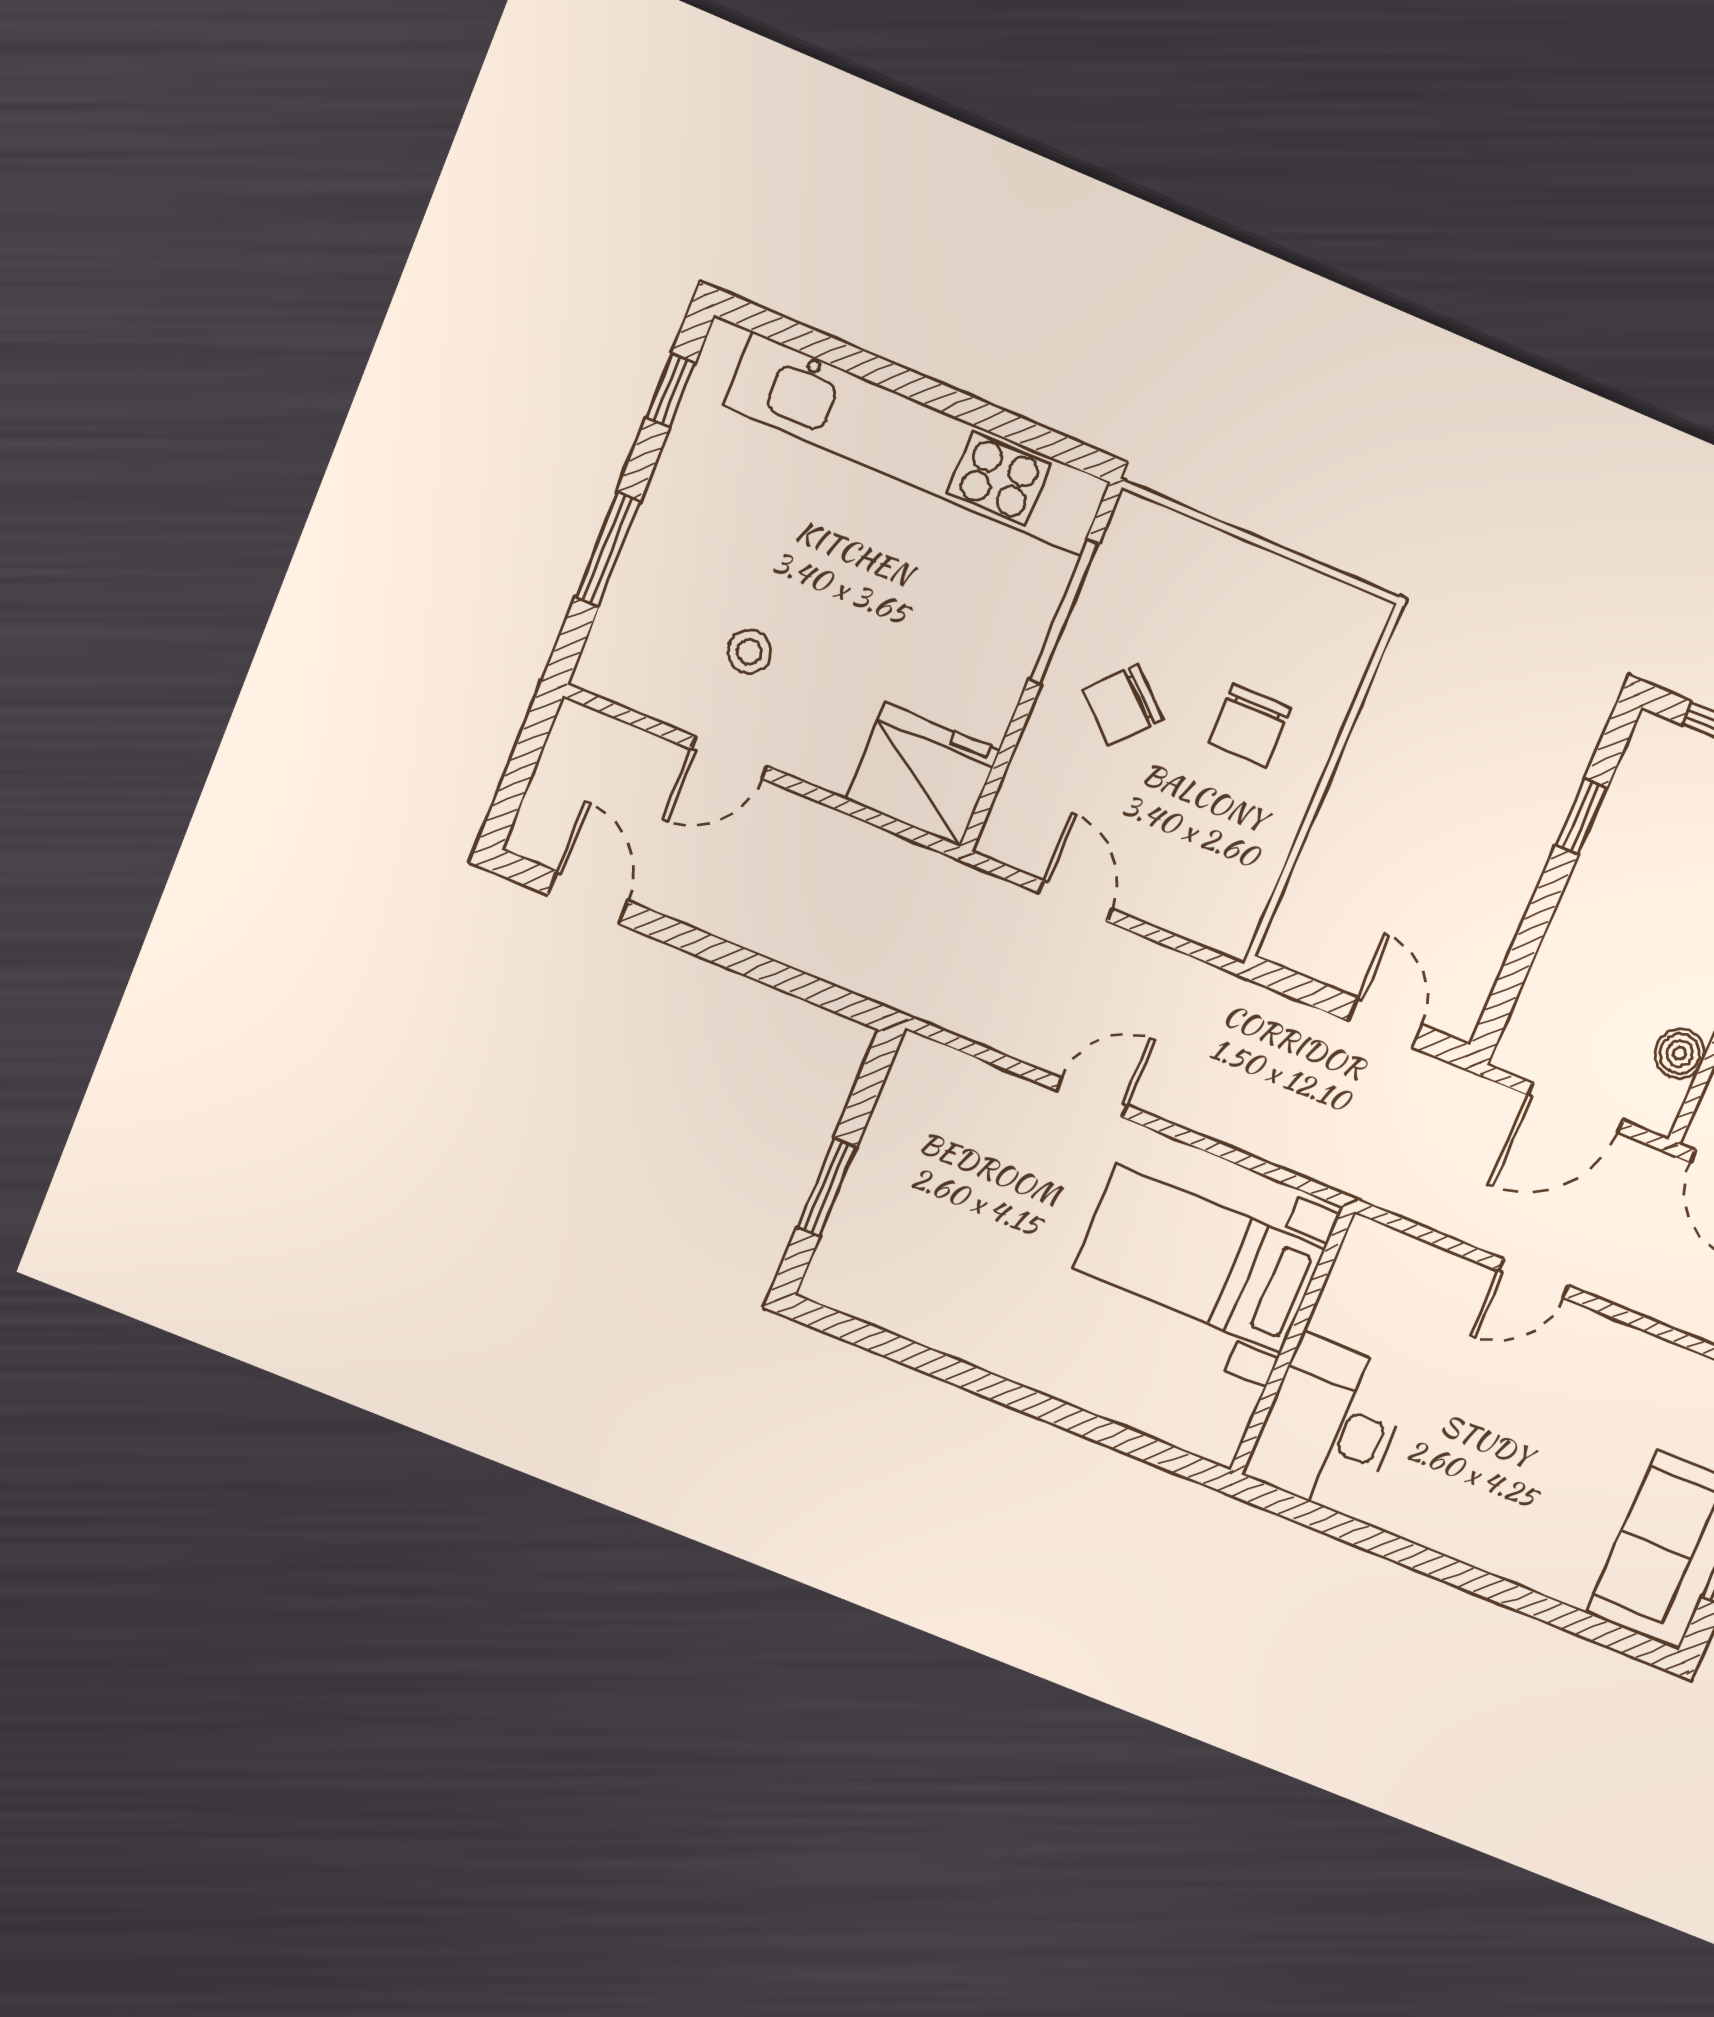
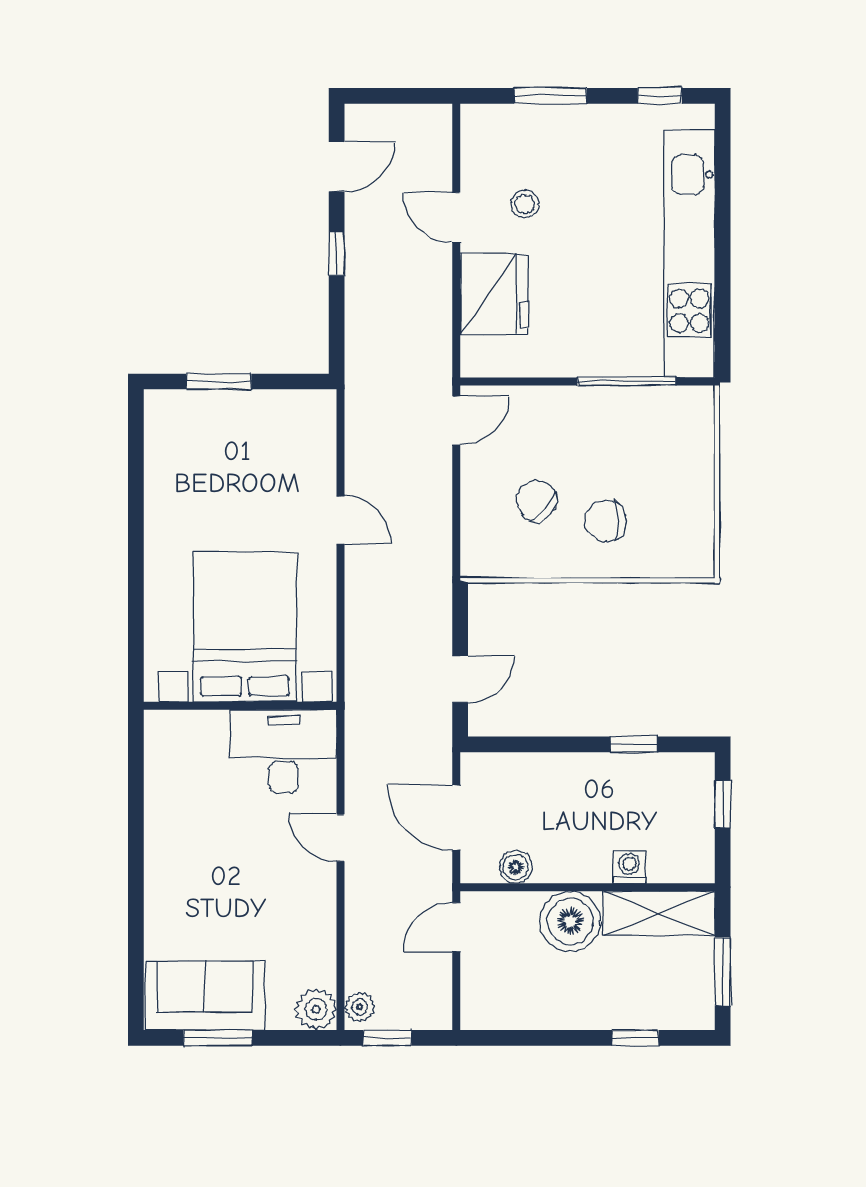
chair: (1123, 705) -> (536, 501), moved
fridge: (923, 775) -> (494, 294), moved
door: (1075, 901) -> (456, 421), moved
window: (712, 949) -> (337, 254), added
bed with nightstands: (1199, 1259) -> (245, 627), width x1.36
desk: (1330, 1426) -> (284, 751), moved

